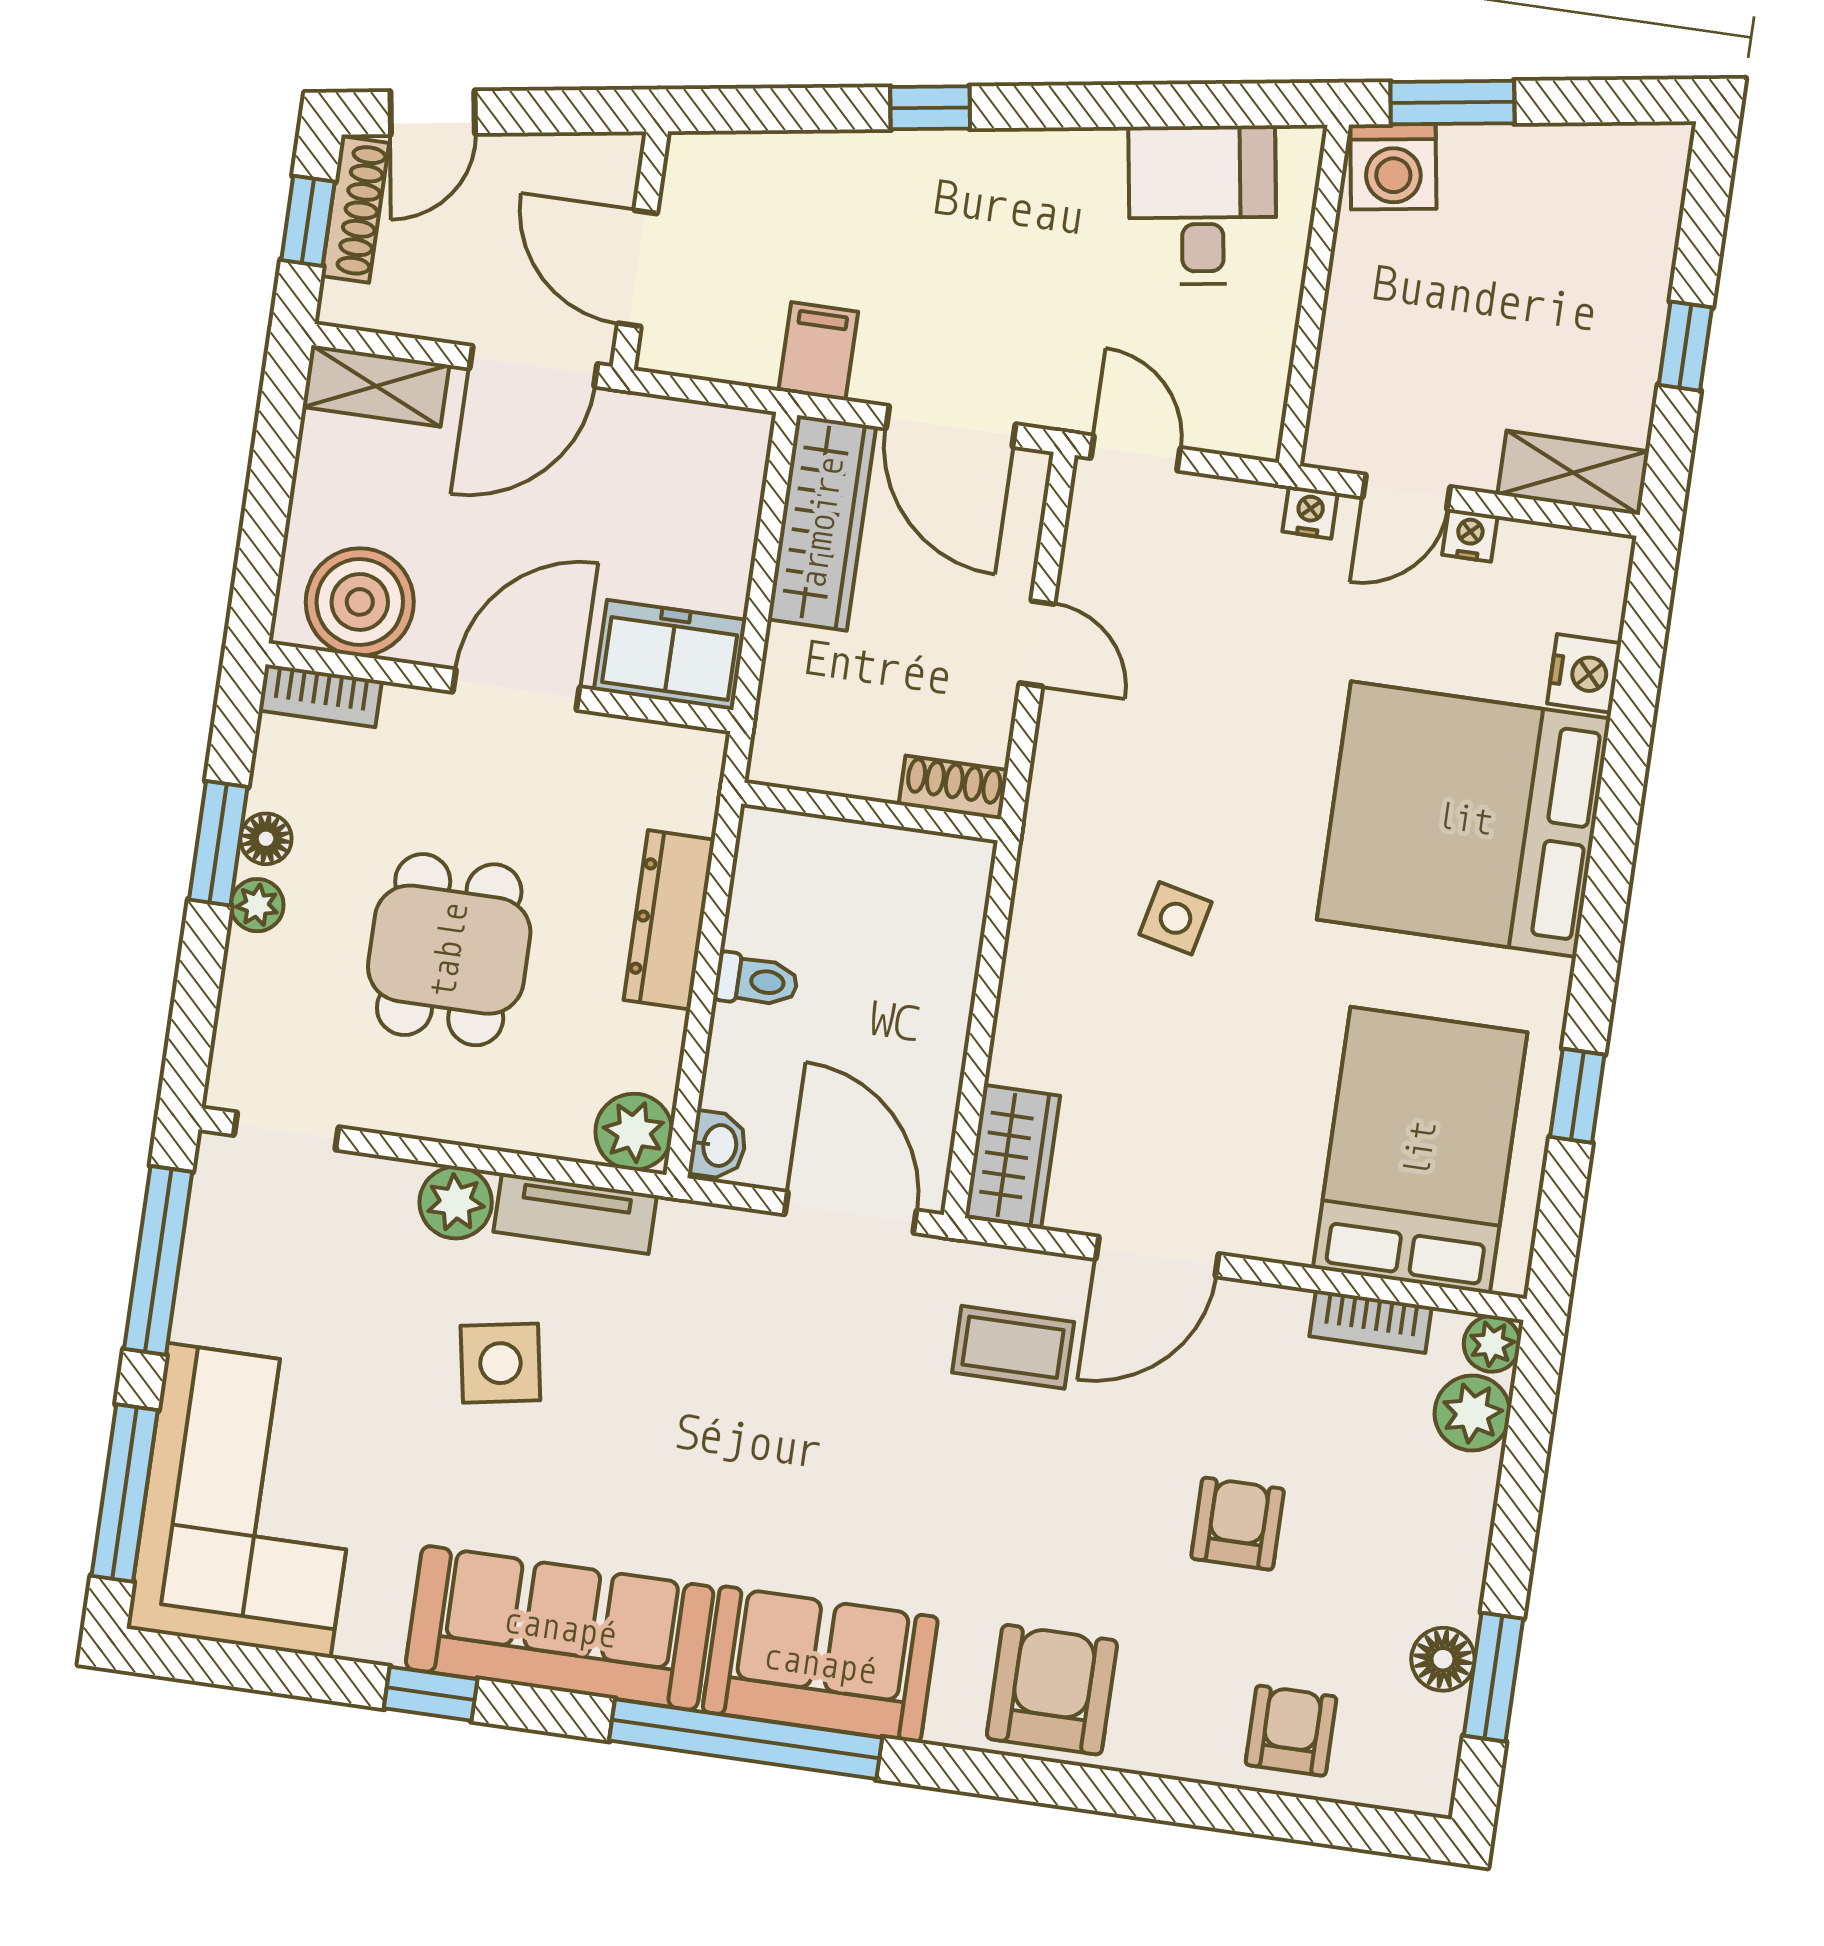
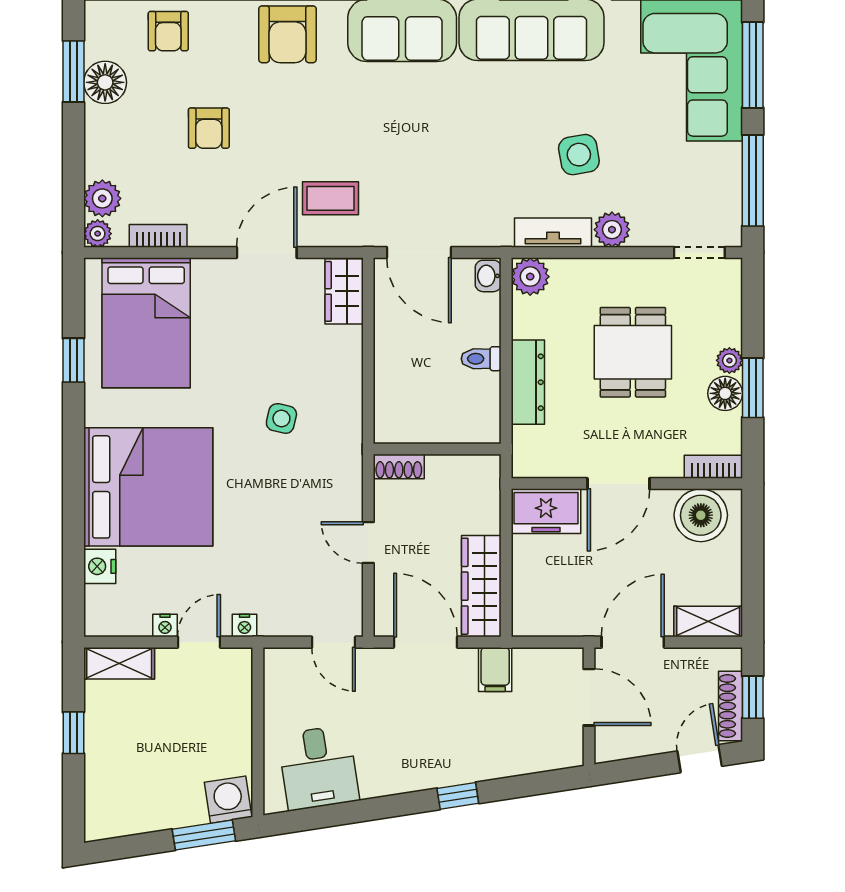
floor lamp: (266, 839) -> (725, 393), width x1.37, depth x1.37
floor lamp: (1443, 1659) -> (105, 82), width x1.38, depth x1.38

